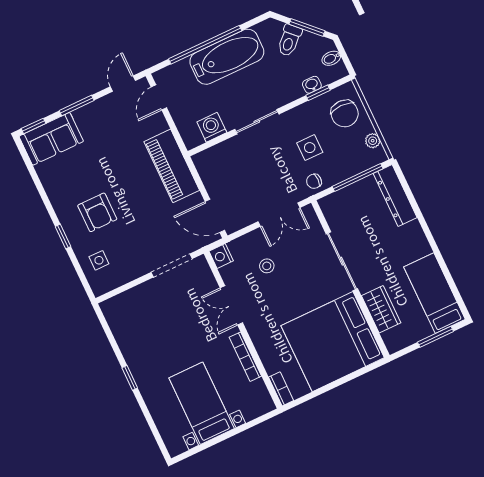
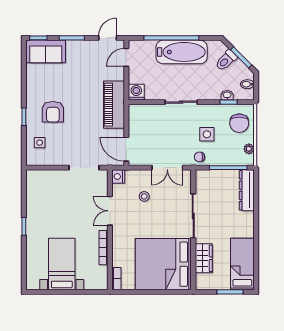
washing machine: (212, 127) -> (136, 92), moved

